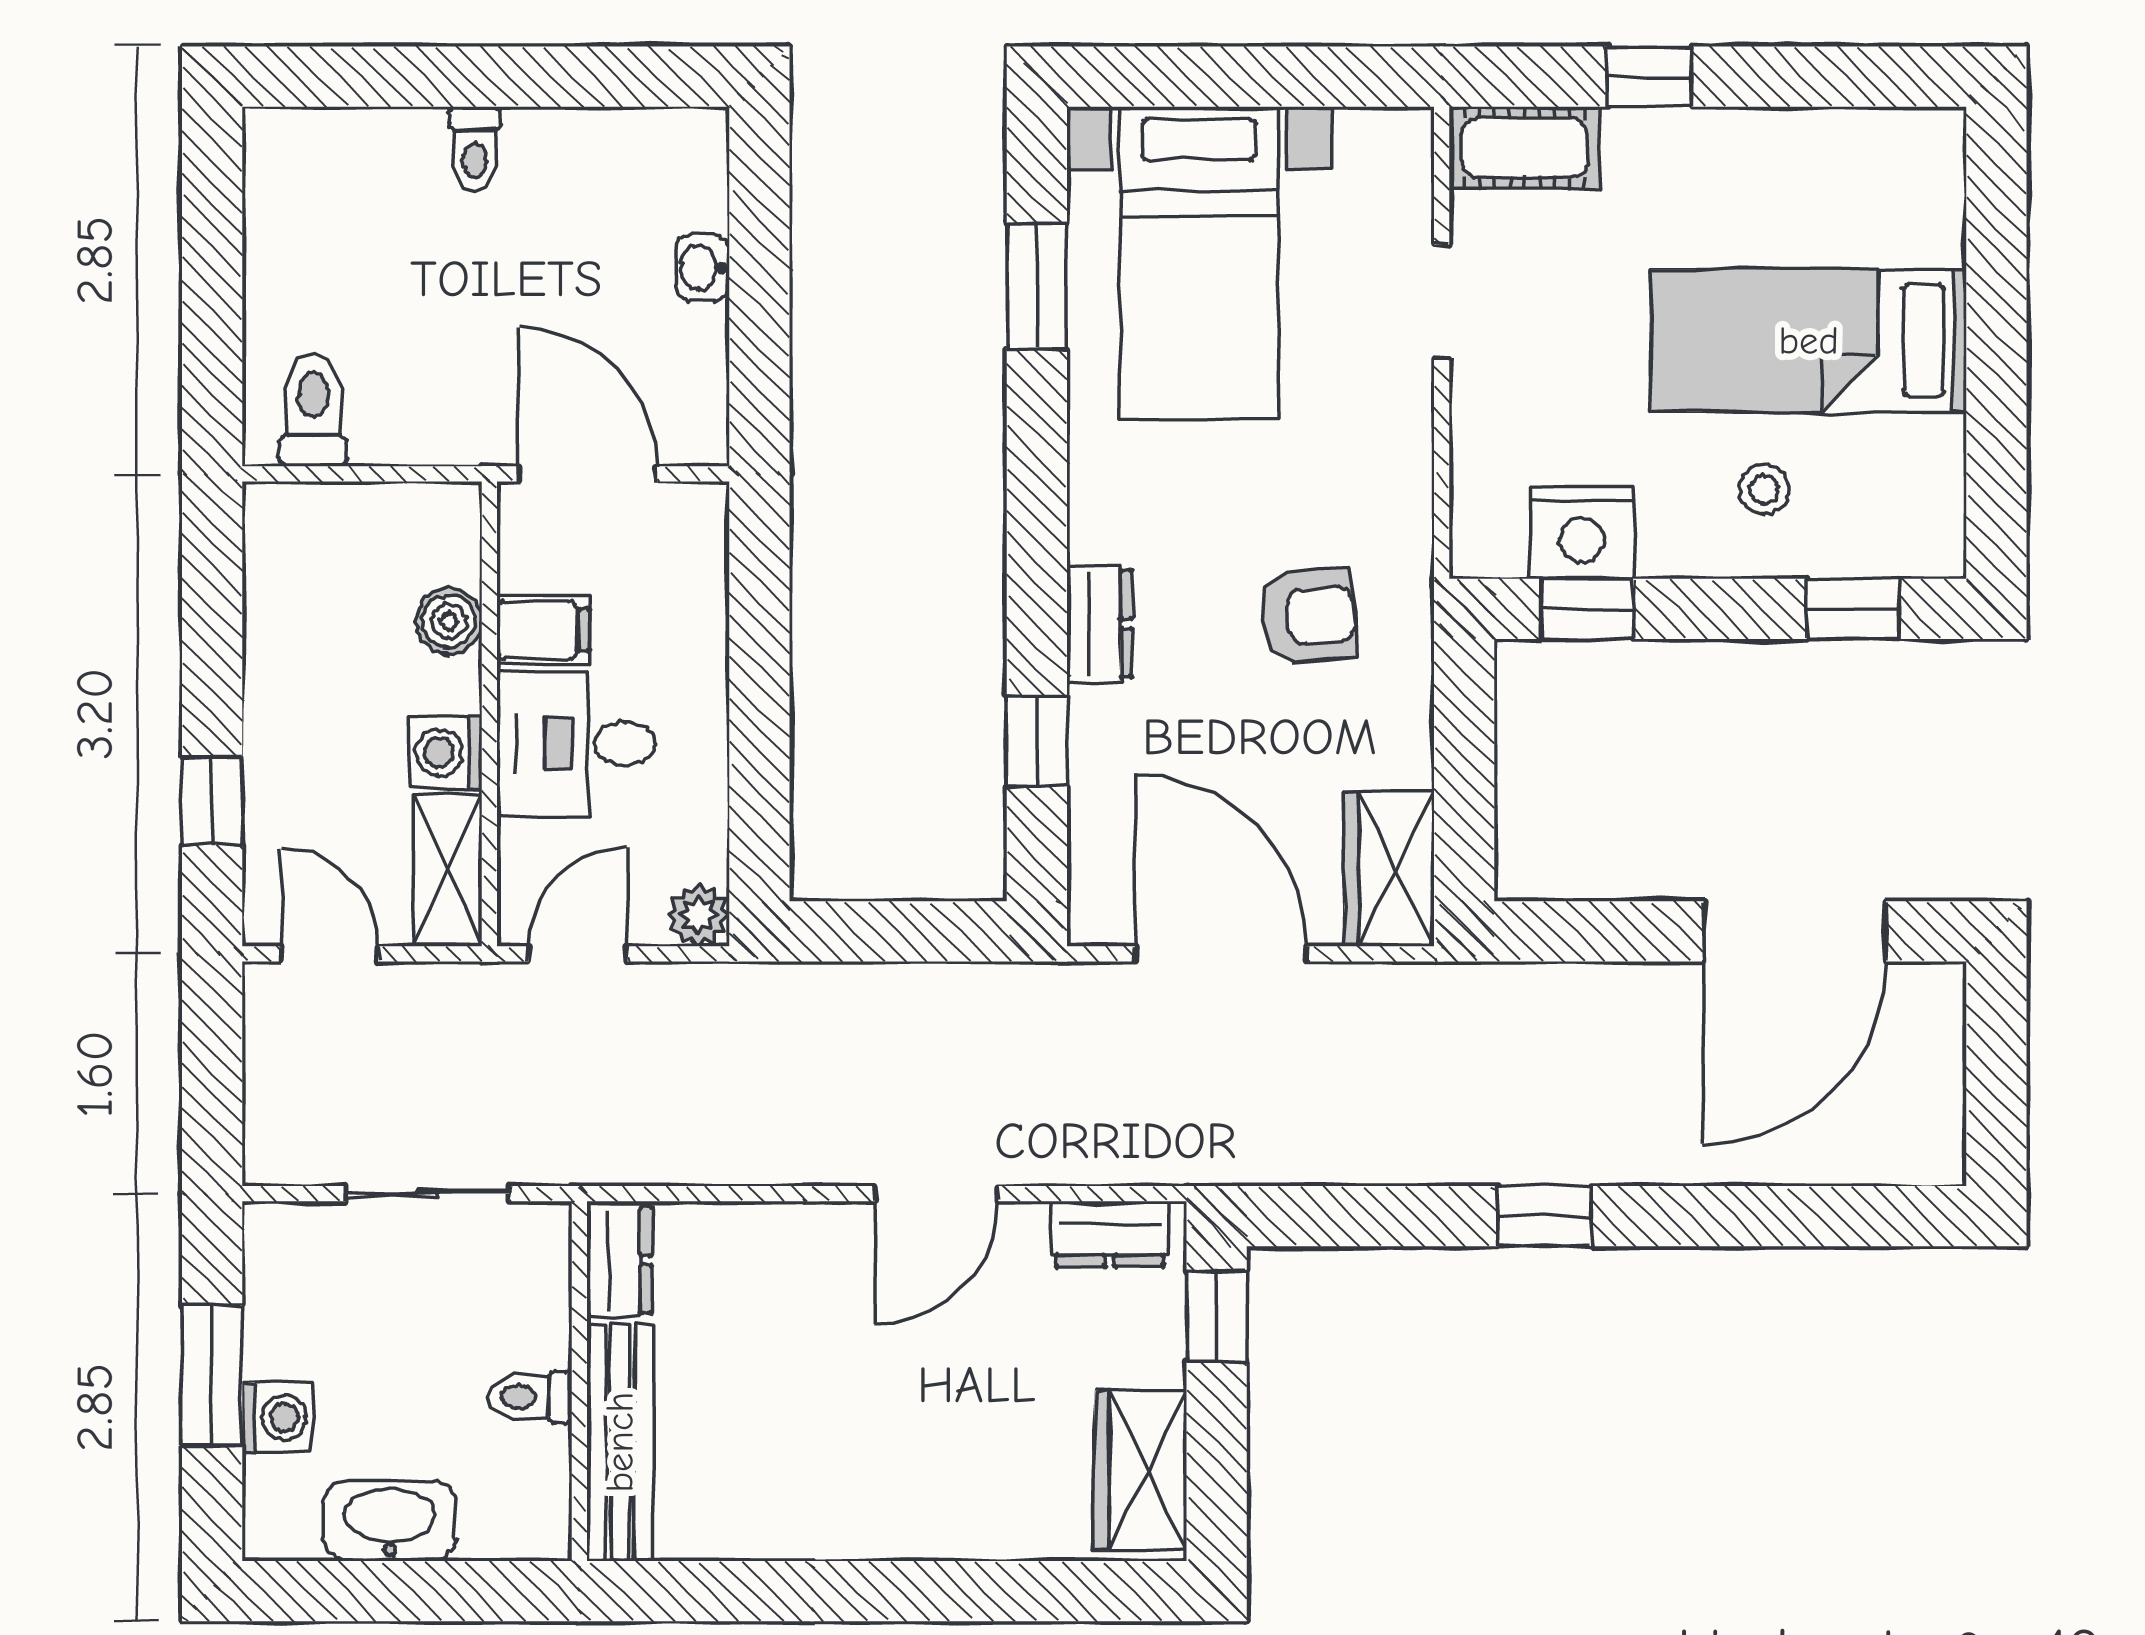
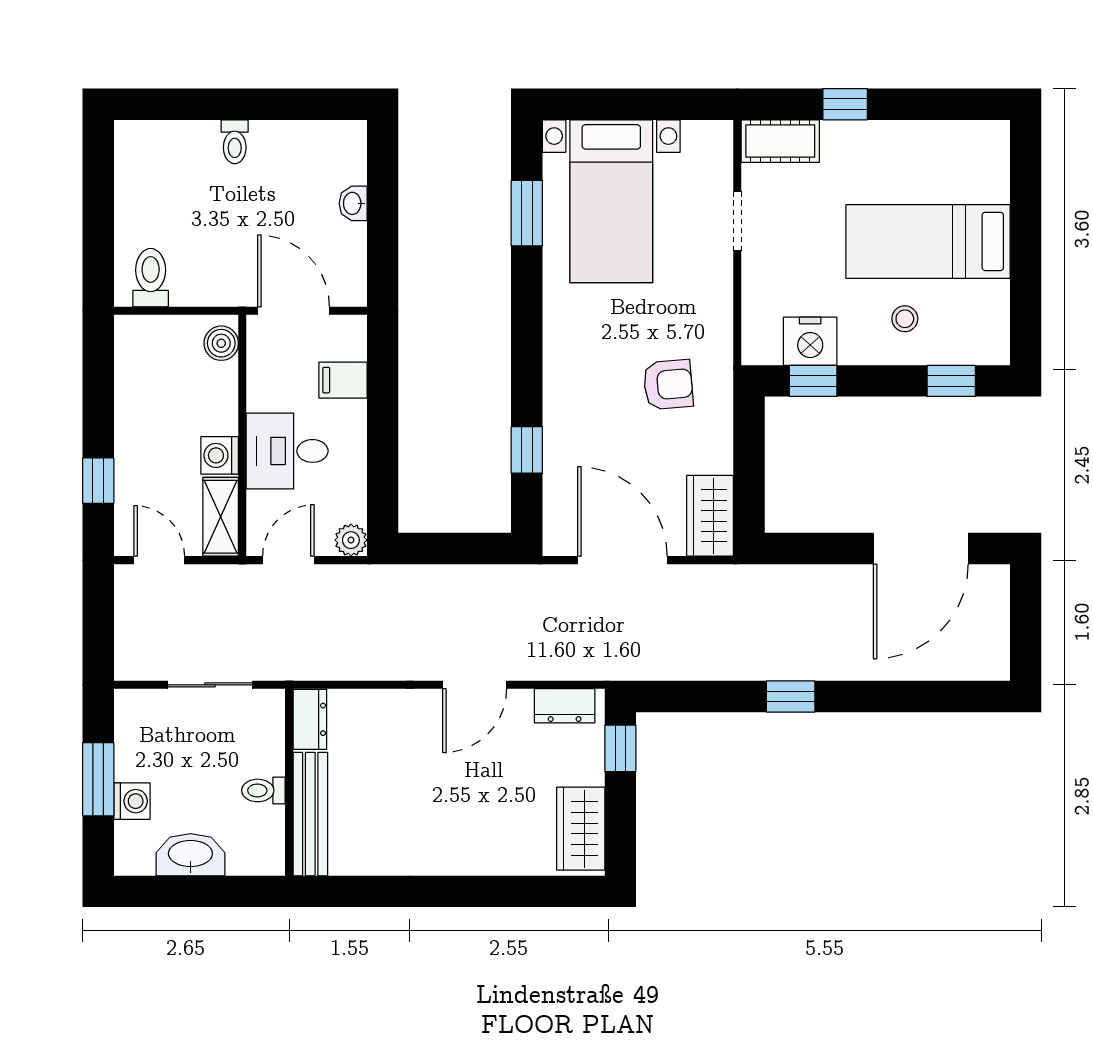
boiler: (449, 621) -> (221, 343), moved
dresser: (1100, 624) -> (559, 389), removed
filing cabinet: (543, 630) -> (343, 380), moved, turned 180

